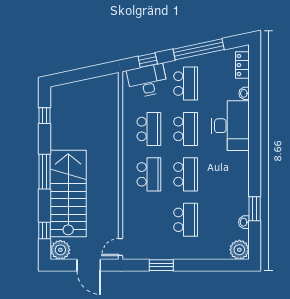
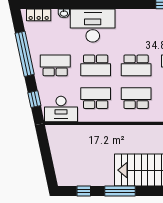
desk: (147, 81) -> (61, 109), moved, turned -78
school desk: (186, 129) -> (96, 65), turned 180
window: (44, 172) -> (120, 191), moved
school desk: (186, 174) -> (136, 65), turned 180

